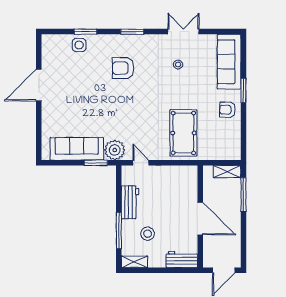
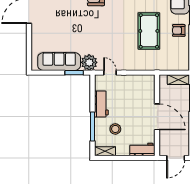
pool table: (183, 133) -> (149, 31), moved

